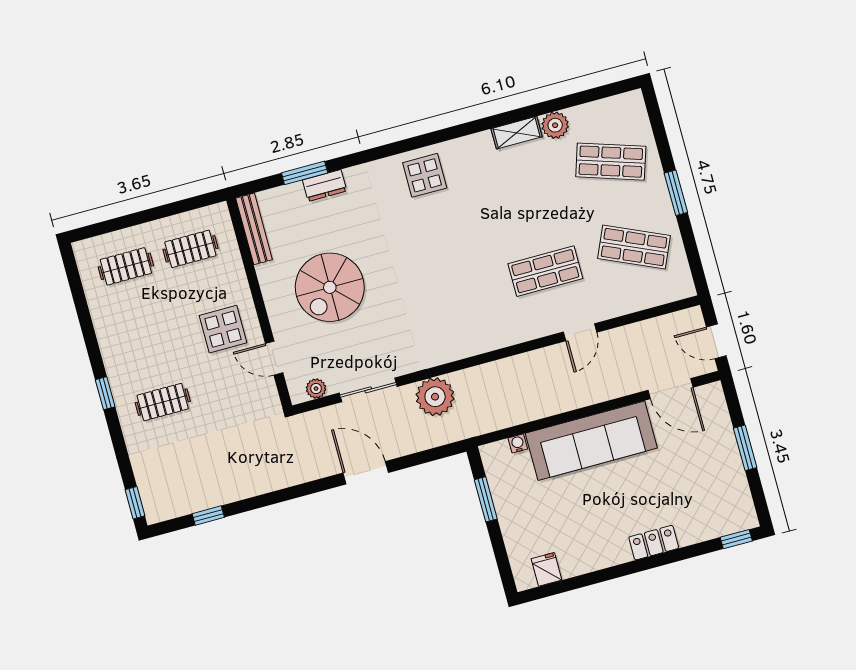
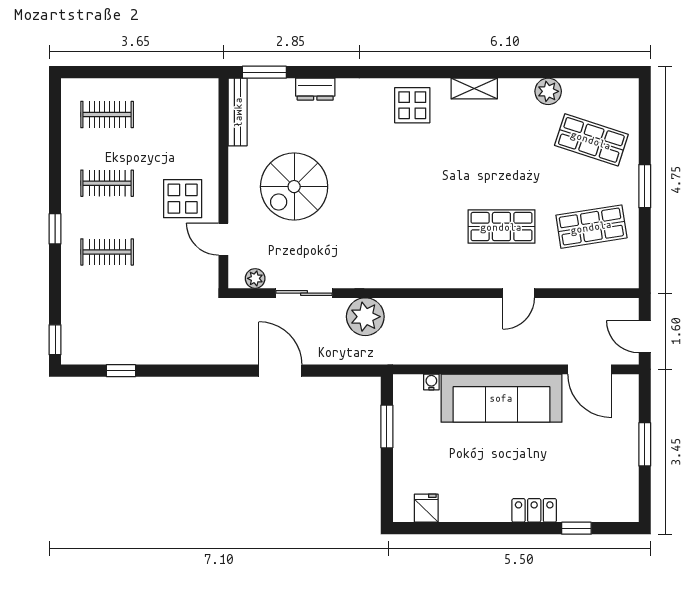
shelving: (517, 133) -> (474, 89), moved
window: (305, 173) -> (264, 72), moved
shop shelf: (634, 247) -> (591, 227), turned -33
clothes rail: (190, 249) -> (107, 183), moved
window: (736, 539) -> (576, 528), moved

